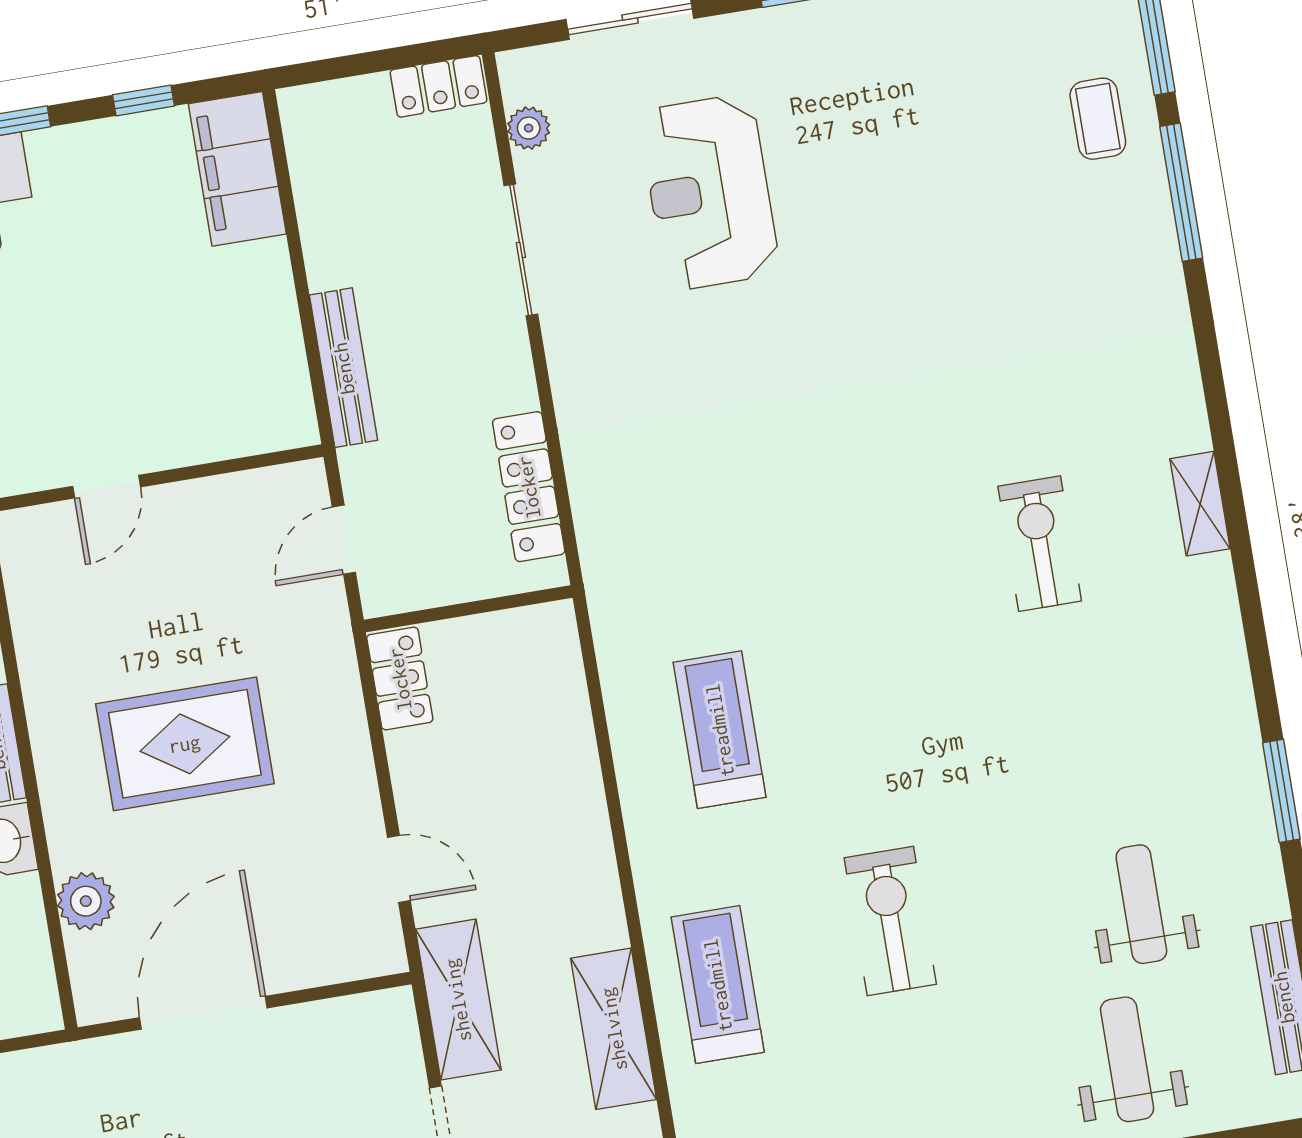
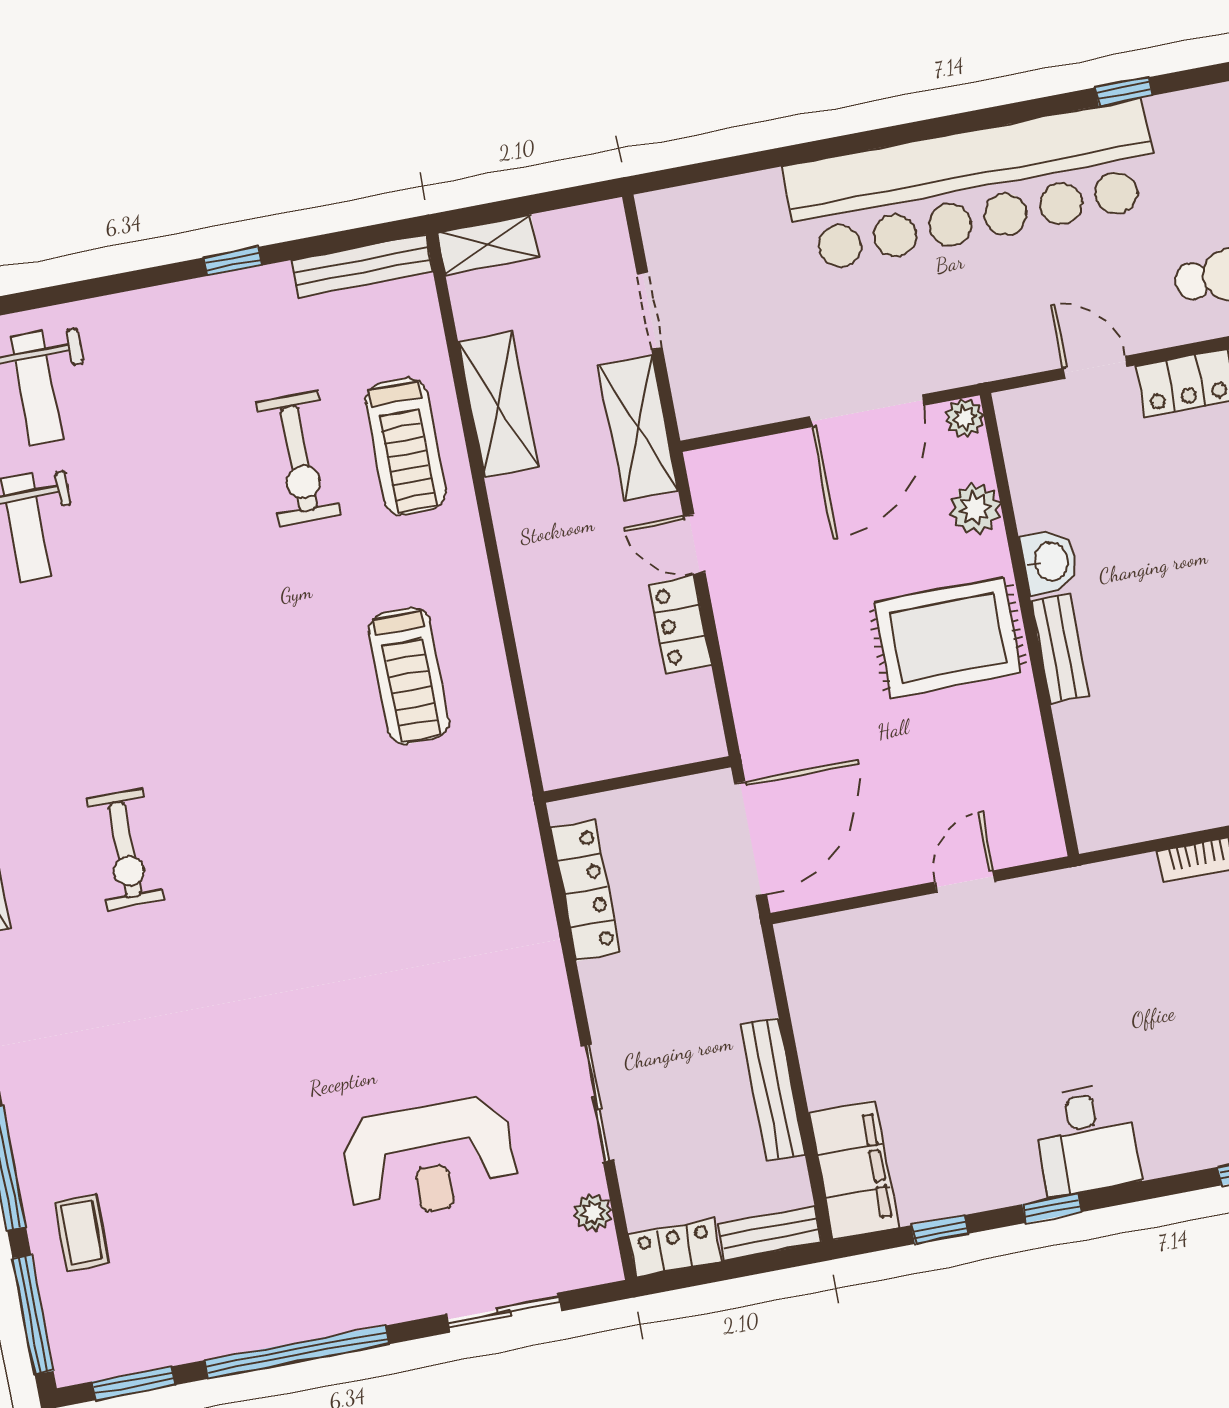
bench: (333, 101) -> (769, 1233), added
reception desk: (709, 192) -> (429, 1159), turned 90
bench: (344, 368) -> (773, 1089), moved
door: (344, 540) -> (750, 839), width x1.87
locker: (400, 679) -> (680, 625), moved
rug: (185, 744) -> (948, 638), moved
exercise bike: (890, 921) -> (299, 459), moved
plant: (95, 1003) -> (964, 418), added

